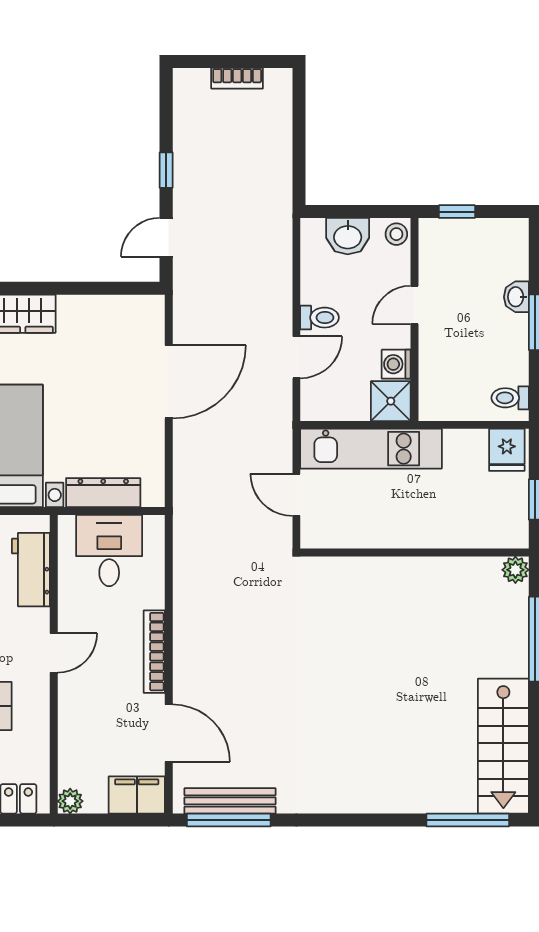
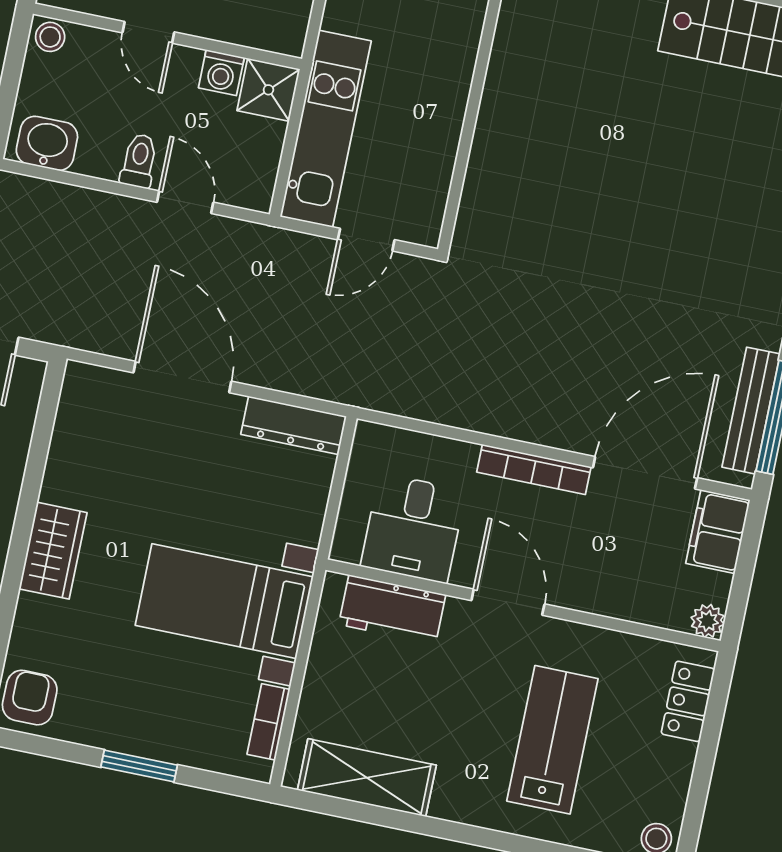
washbasin: (348, 236) -> (47, 143), moved, turned -90
dresser: (103, 493) -> (294, 425), moved, turned -90
desk: (109, 551) -> (413, 528), moved, turned -90
door: (54, 653) -> (508, 602), width x1.38
door: (169, 733) -> (645, 473), width x1.36

